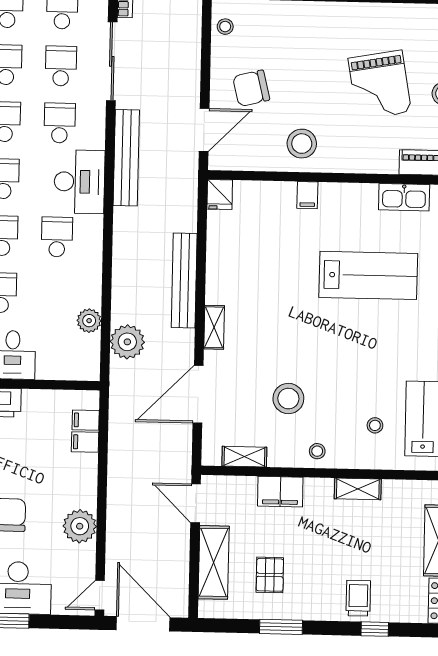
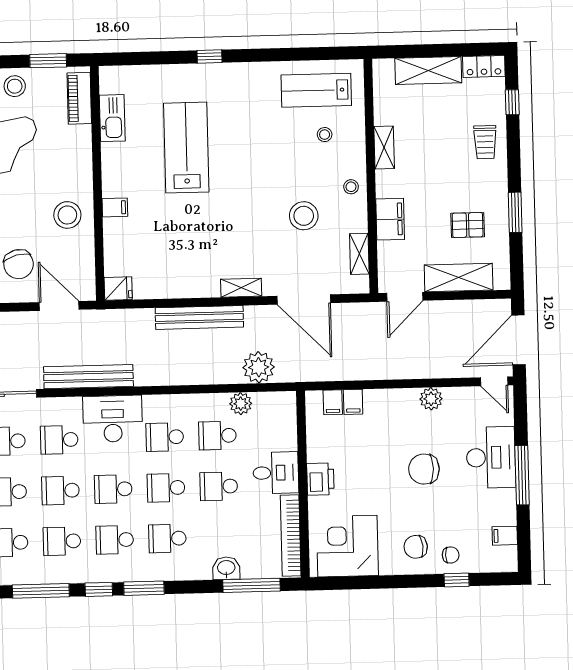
school desk: (56, 294) -> (217, 436), added
plant: (80, 526) -> (431, 399), width x0.73, depth x0.73
trolley: (358, 598) -> (485, 142), turned -90
window: (375, 629) -> (512, 102), moved

